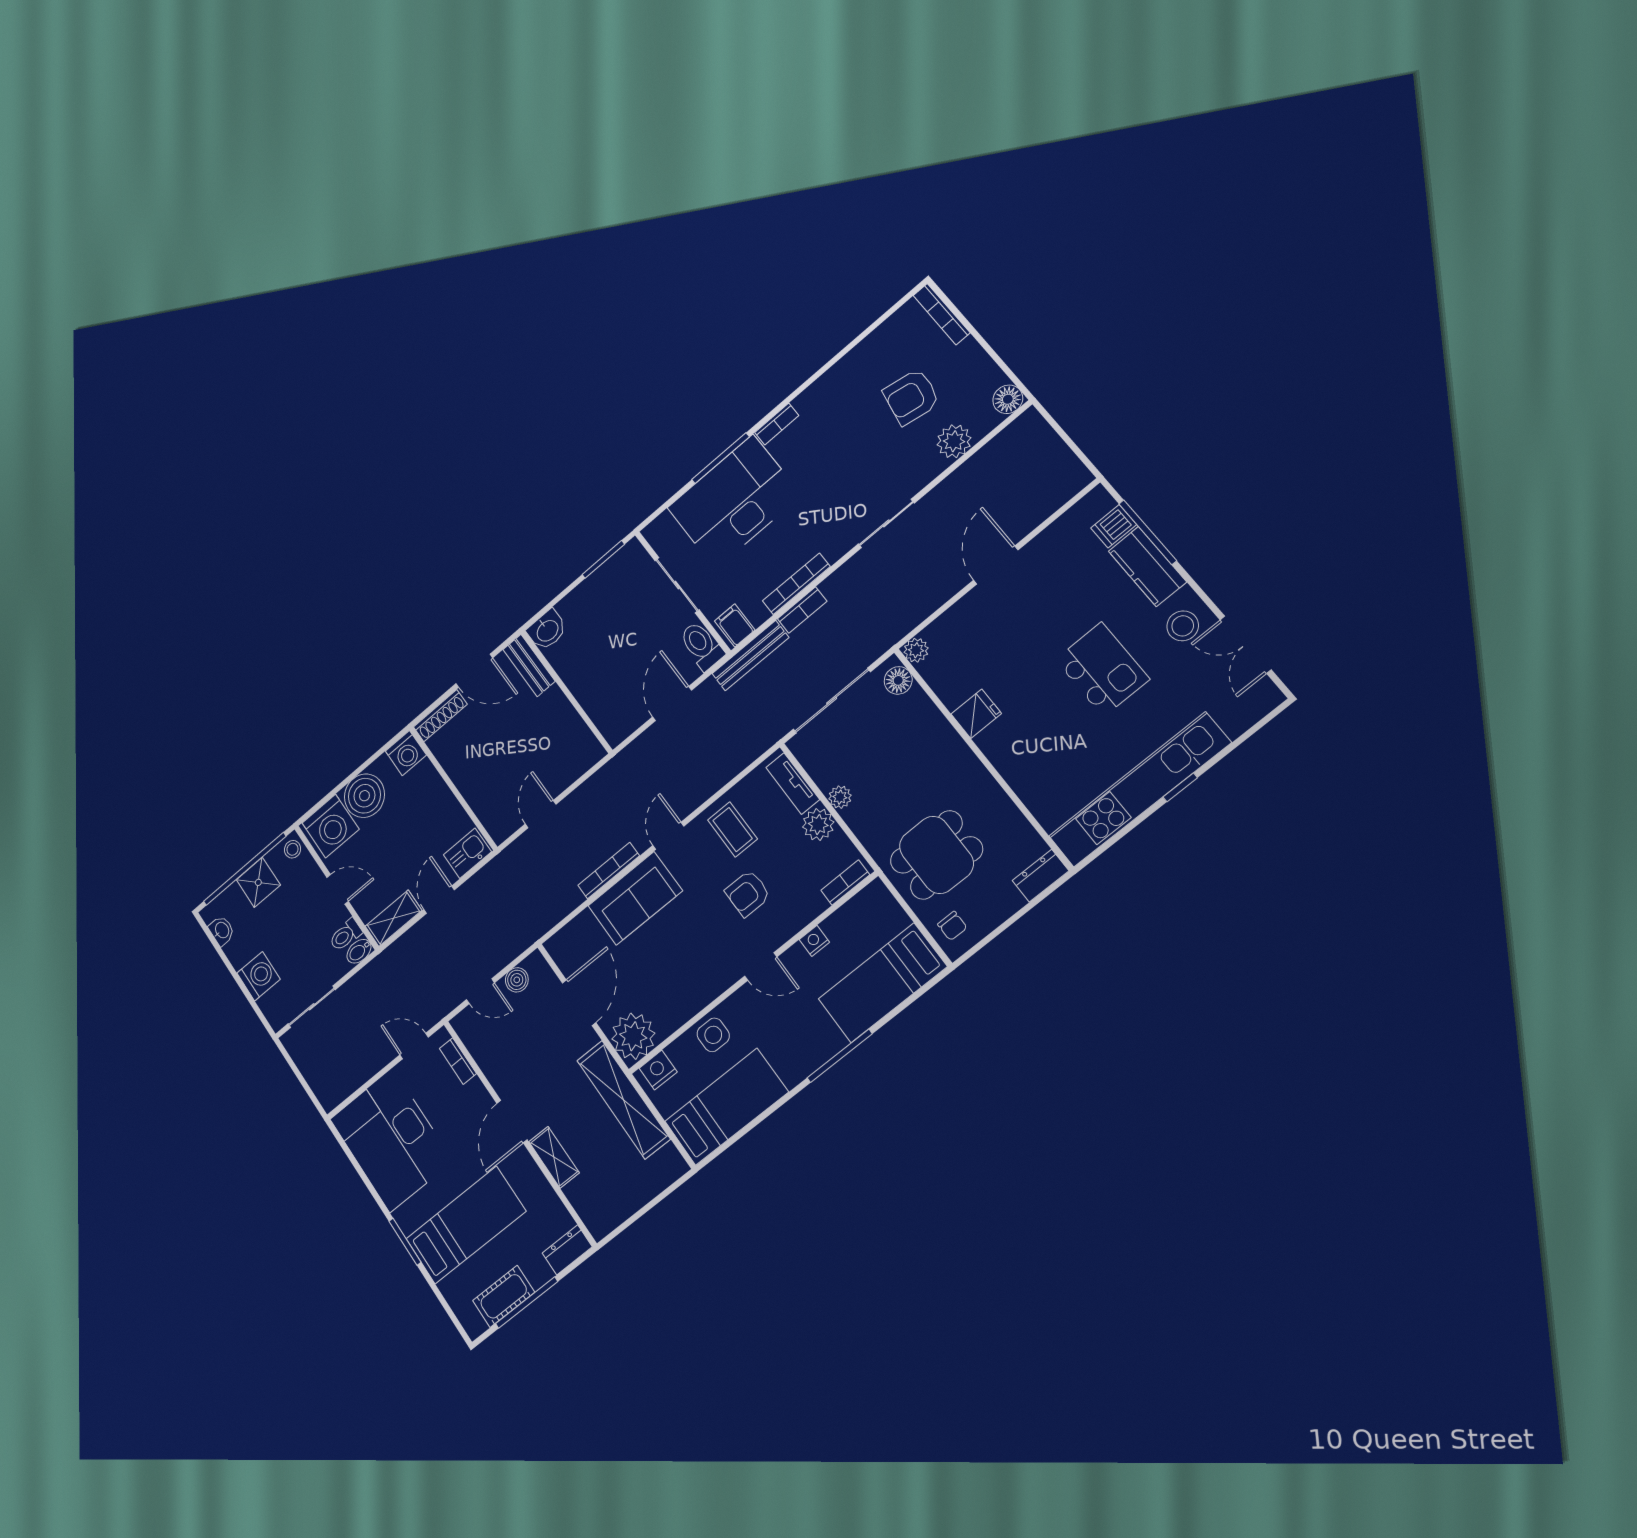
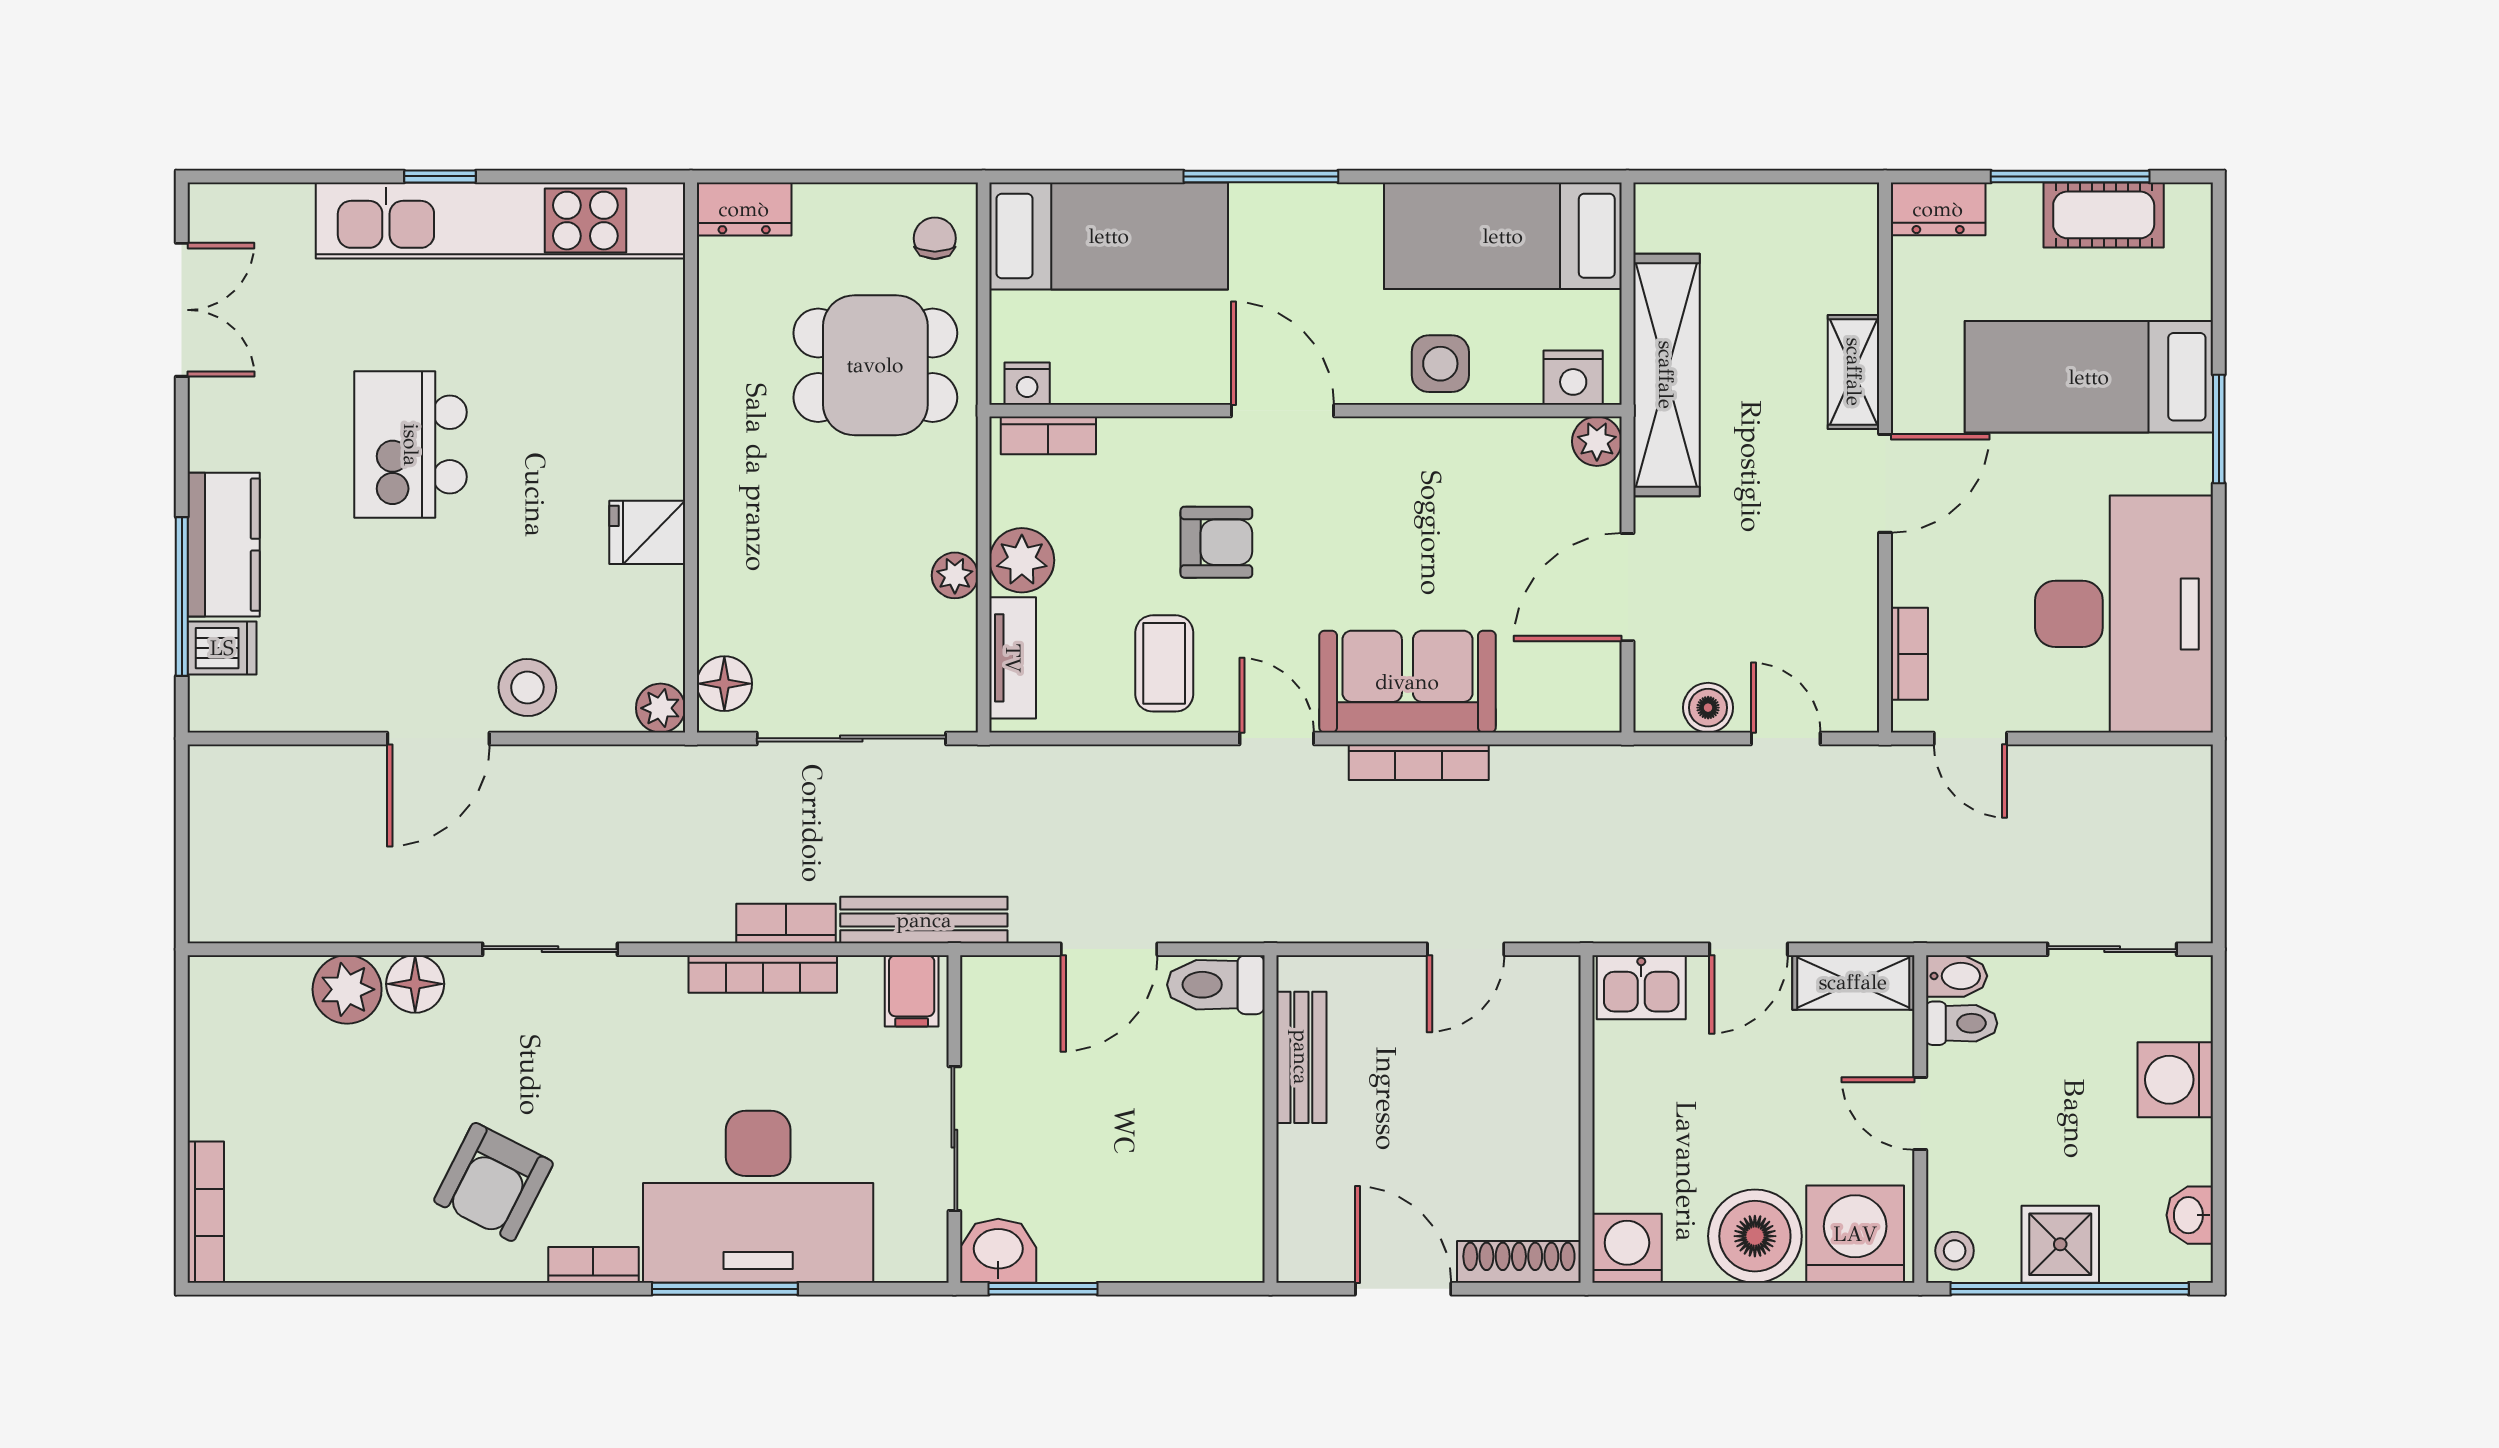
armchair: (911, 397) -> (493, 1182), moved, turned 107
floor lamp: (1008, 399) -> (415, 984), moved
stool: (1183, 626) -> (527, 687), moved
washbasin: (547, 630) -> (998, 1251), moved
toilet: (702, 646) -> (1216, 985), moved, turned 90
bench: (529, 665) -> (1301, 1057), moved
door: (668, 836) -> (1277, 738), swing flipped
nightstand: (814, 941) -> (1027, 384), moved
door: (761, 967) -> (1283, 411), width x1.38
plant: (633, 1036) -> (1597, 441), width x0.53, depth x0.53

